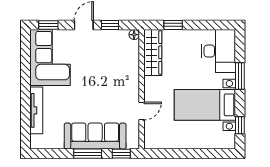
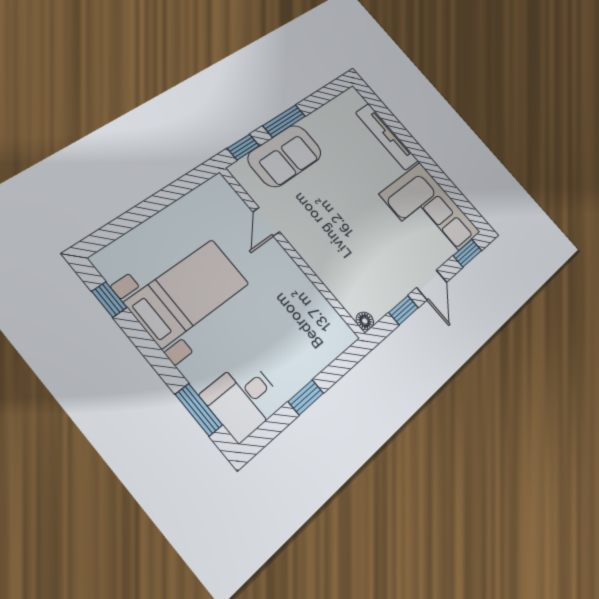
window: (173, 25) -> (306, 397), moved
desk: (218, 51) -> (243, 399), width x0.73
wardrobe: (153, 52) -> (321, 315), removed
window: (240, 76) -> (199, 410), moved
sofa: (95, 136) -> (285, 156), width x0.73

